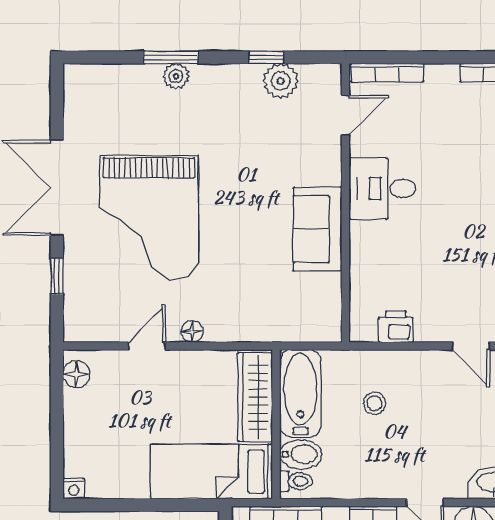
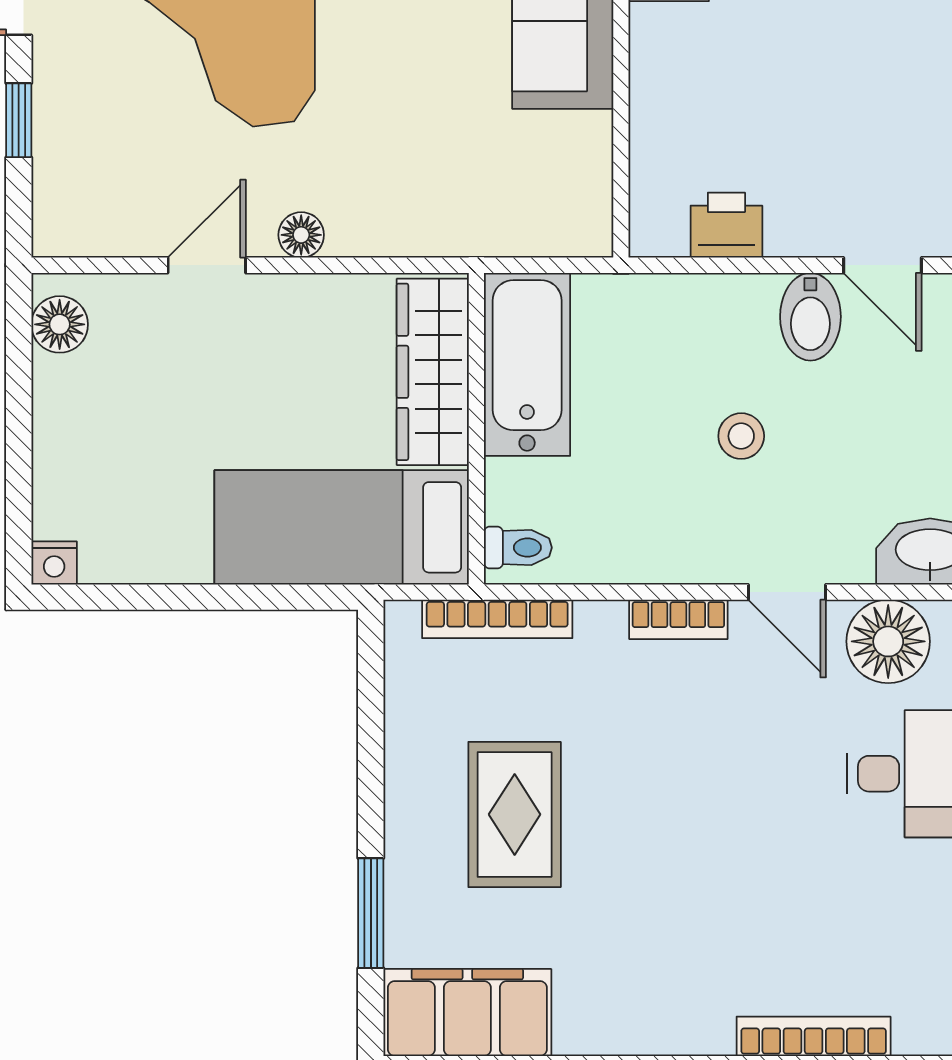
stool: (375, 403) -> (741, 436), moved
bidet: (301, 454) -> (810, 317), moved, turned 90

